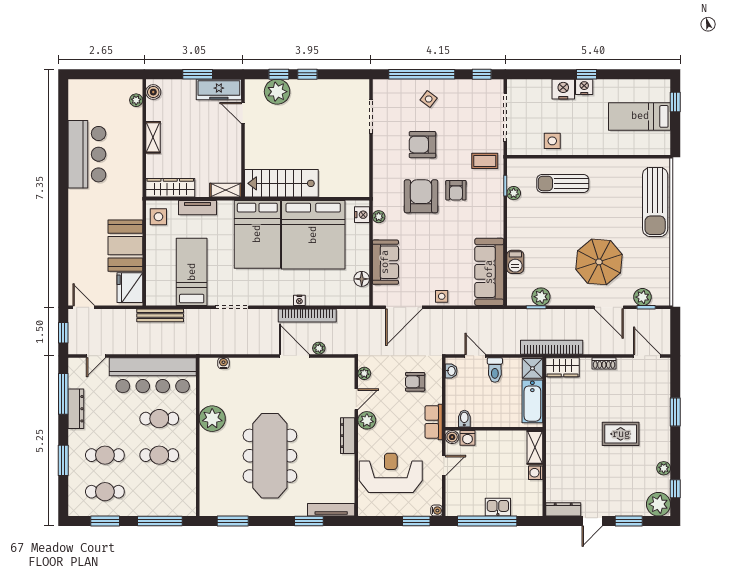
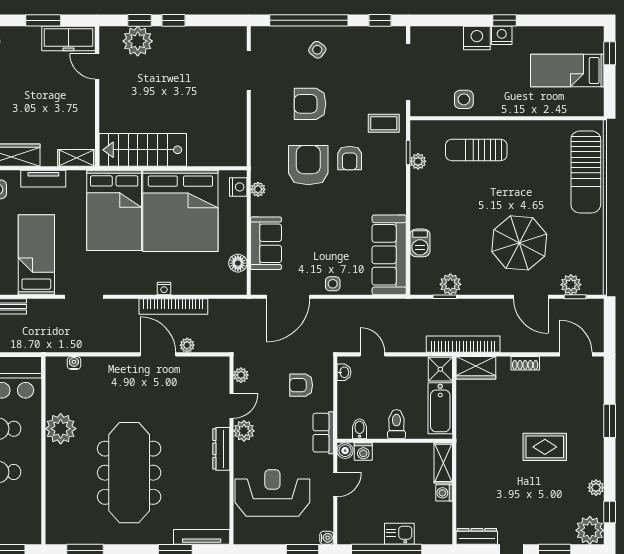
toilet: (495, 370) -> (396, 424), moved, turned 180

